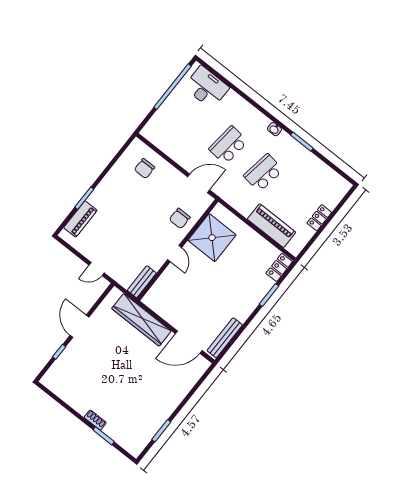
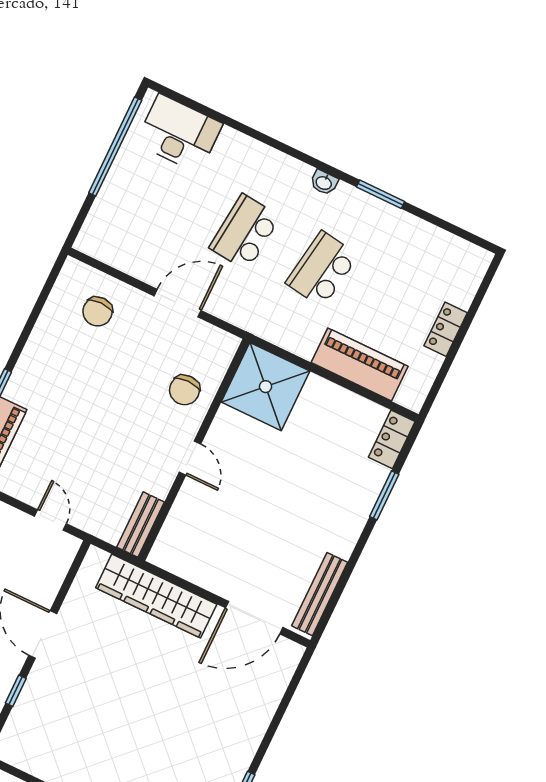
door: (199, 183) -> (178, 303), moved
shower: (212, 238) -> (266, 387), moved
door: (97, 269) -> (50, 520), swing flipped

